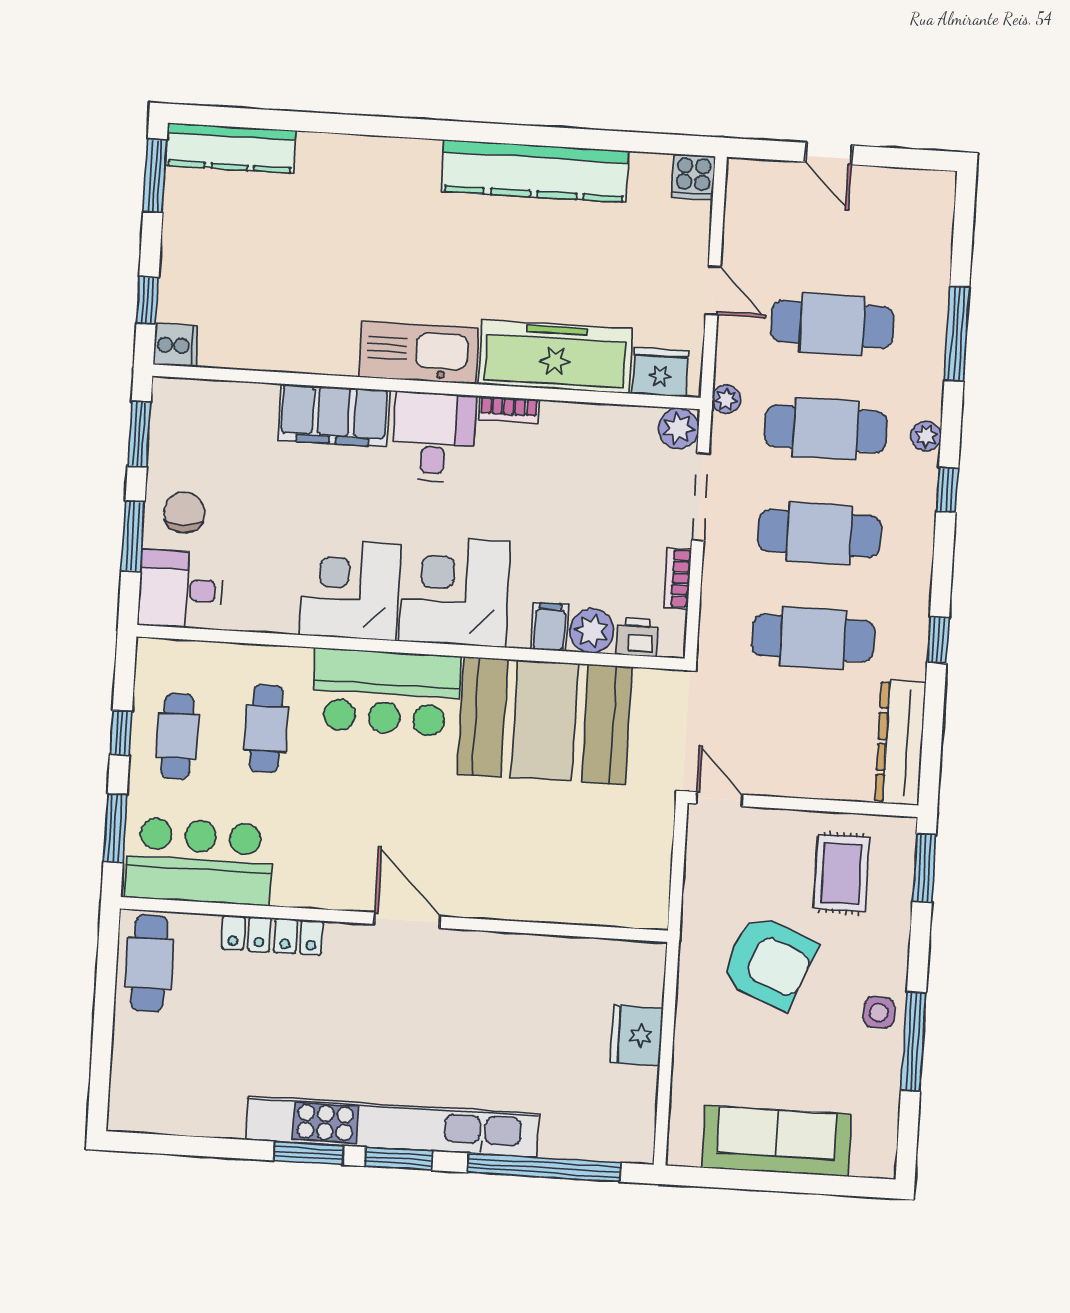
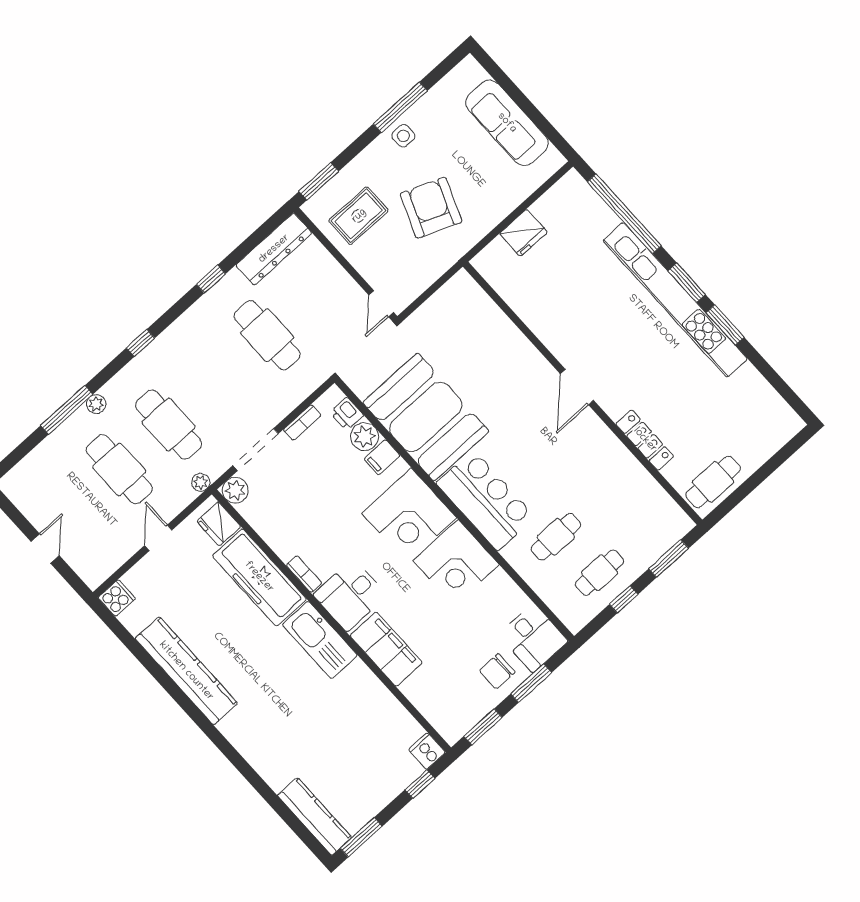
plant: (926, 436) -> (96, 404), moved
cafe table: (819, 534) -> (218, 380), removed
bar counter: (199, 861) -> (645, 506), removed

